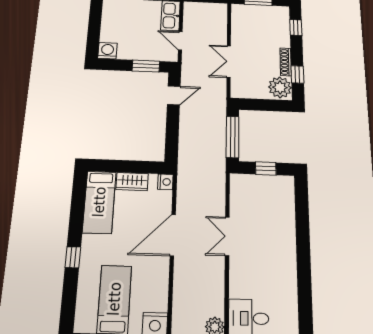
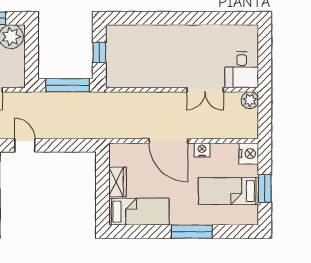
nightstand: (165, 182) -> (202, 150), moved
double door: (227, 236) -> (205, 90), moved
window: (73, 257) -> (192, 232), width x2.17

